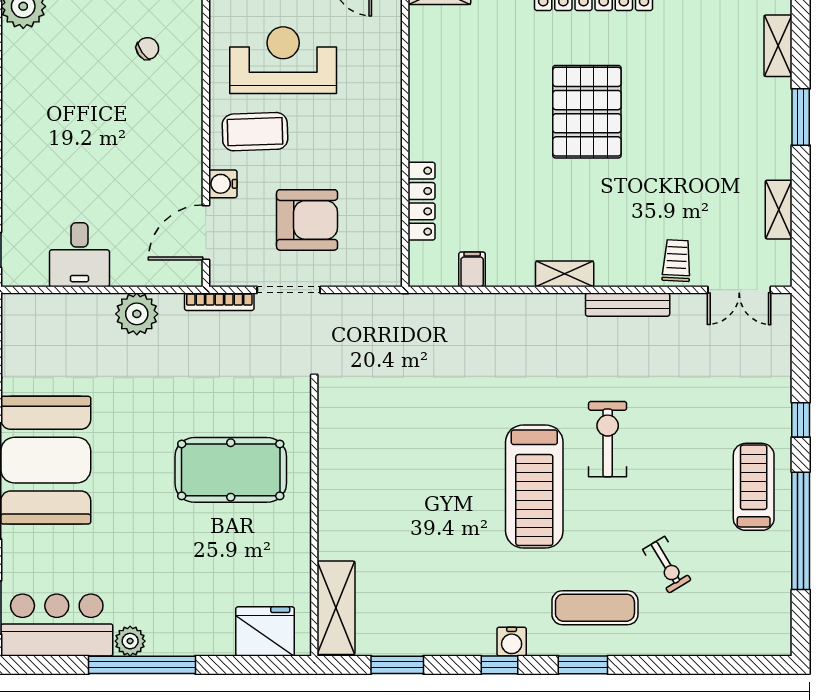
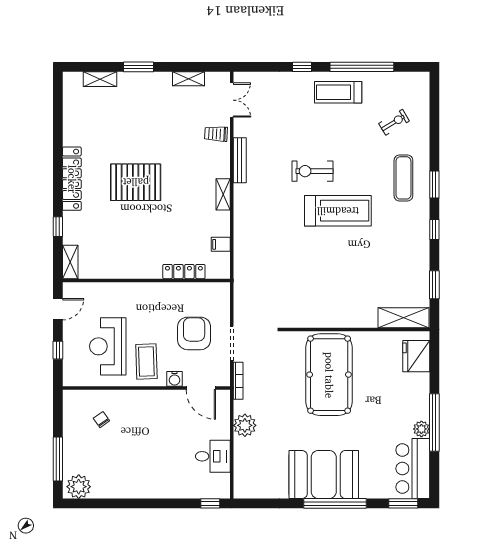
pool table: (231, 470) -> (329, 375), width x1.36, depth x1.32
exercise bike: (667, 565) -> (394, 122), moved
water cooler: (512, 642) -> (422, 223), removed

